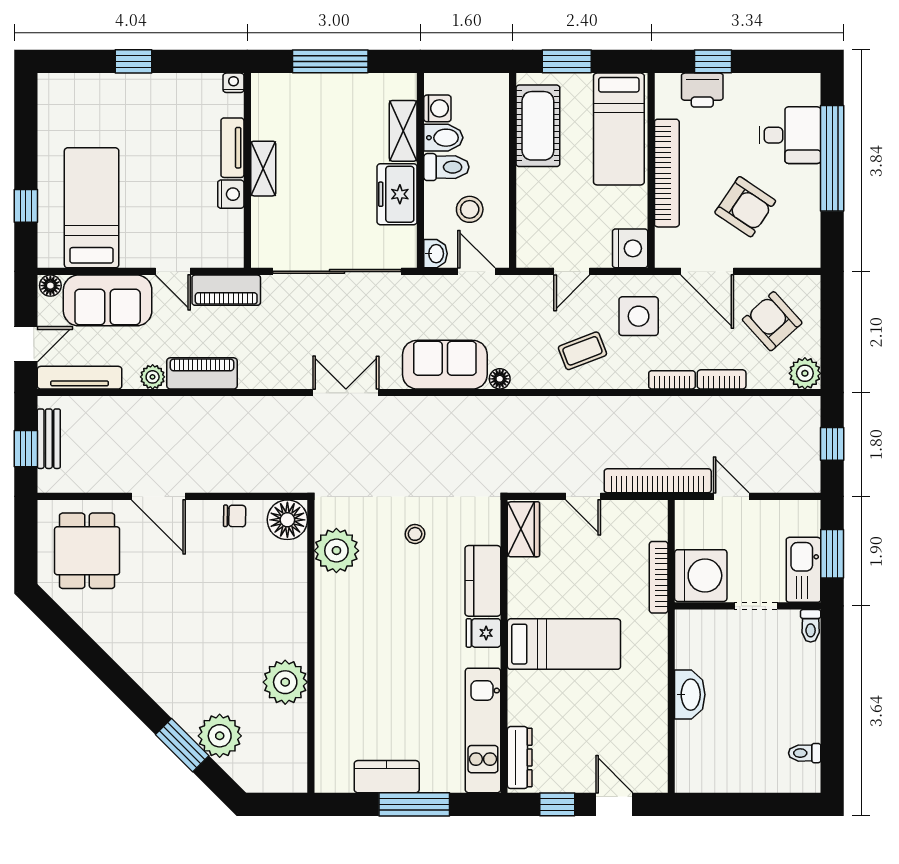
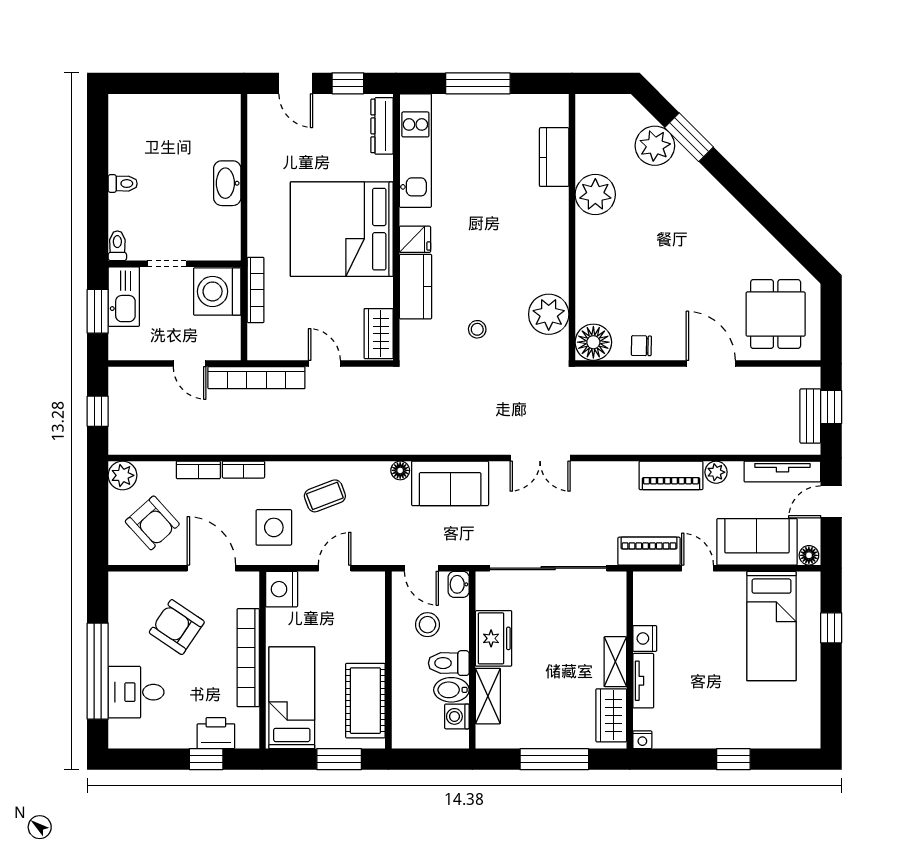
wardrobe: (268, 110) -> (611, 715), added
bed: (564, 644) -> (342, 229), width x2.04
toilet: (805, 753) -> (123, 184), moved
kitchen counter: (387, 777) -> (554, 157), moved, turned 90

